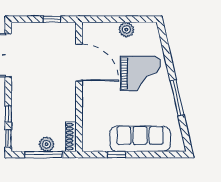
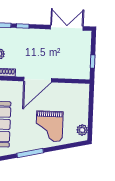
plant: (126, 30) -> (82, 130), moved
door: (79, 62) -> (38, 80), moved

